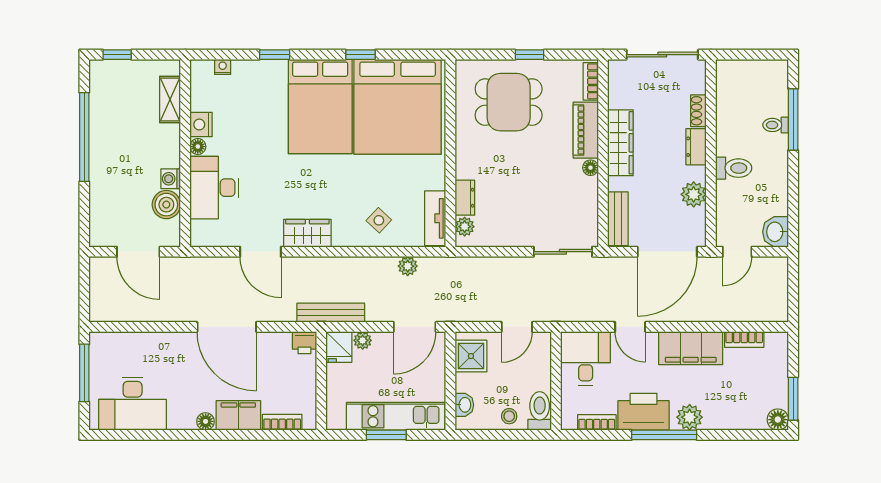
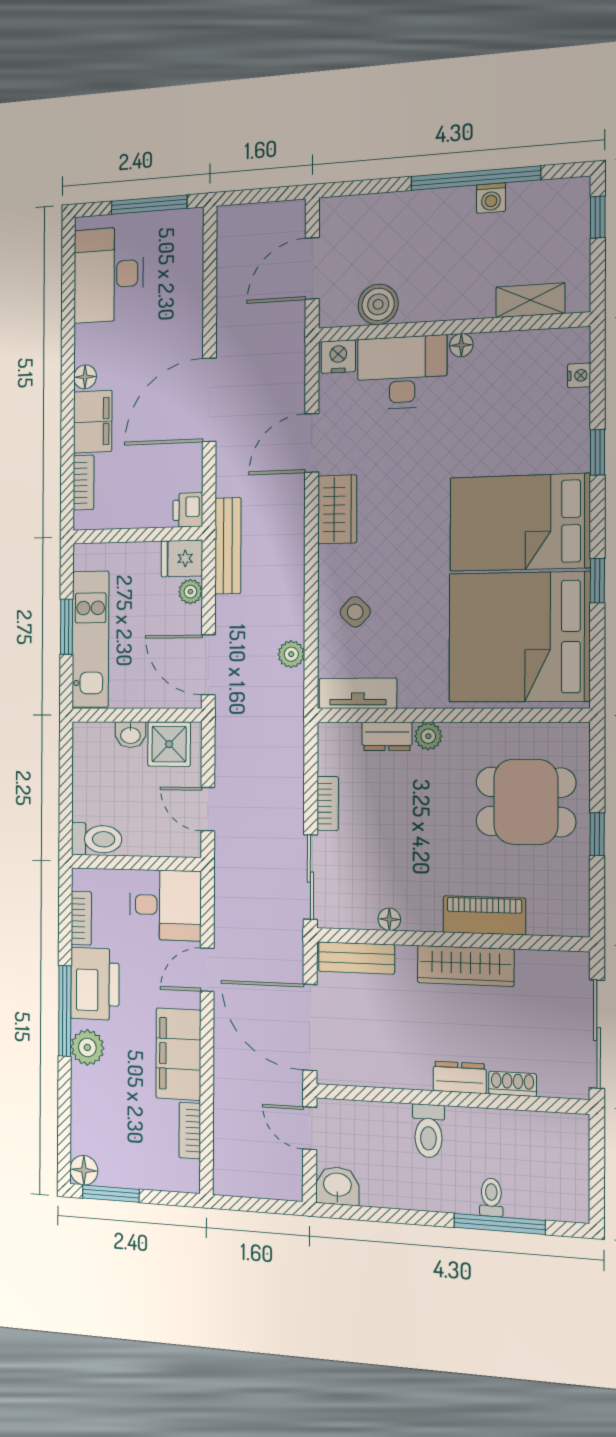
bookcase: (591, 81) -> (328, 804), moved, turned 90
dining table: (509, 102) -> (526, 802), turned 90
nightstand: (201, 125) -> (338, 357), moved
floor lamp: (590, 168) -> (389, 919), moved
washing machine: (171, 179) -> (491, 198), moved, turned 180
plant: (694, 194) -> (391, 1070), removed
plant: (465, 227) -> (428, 736), moved
washbasin: (464, 405) -> (130, 735), moved
stool: (509, 416) -> (90, 797), removed

